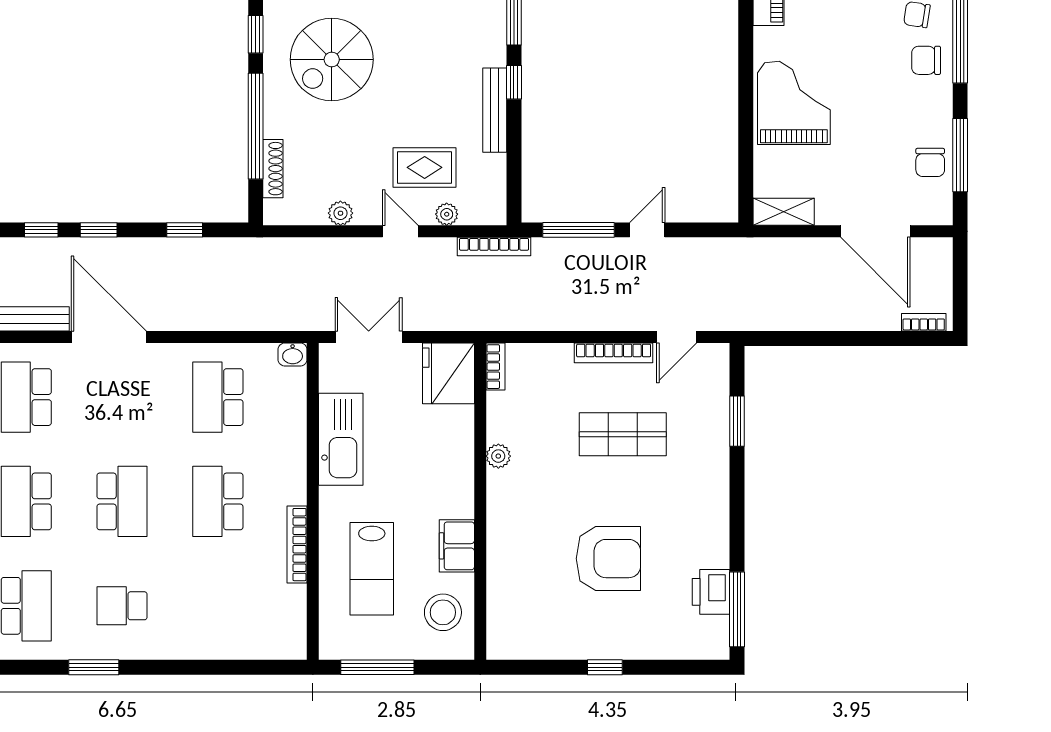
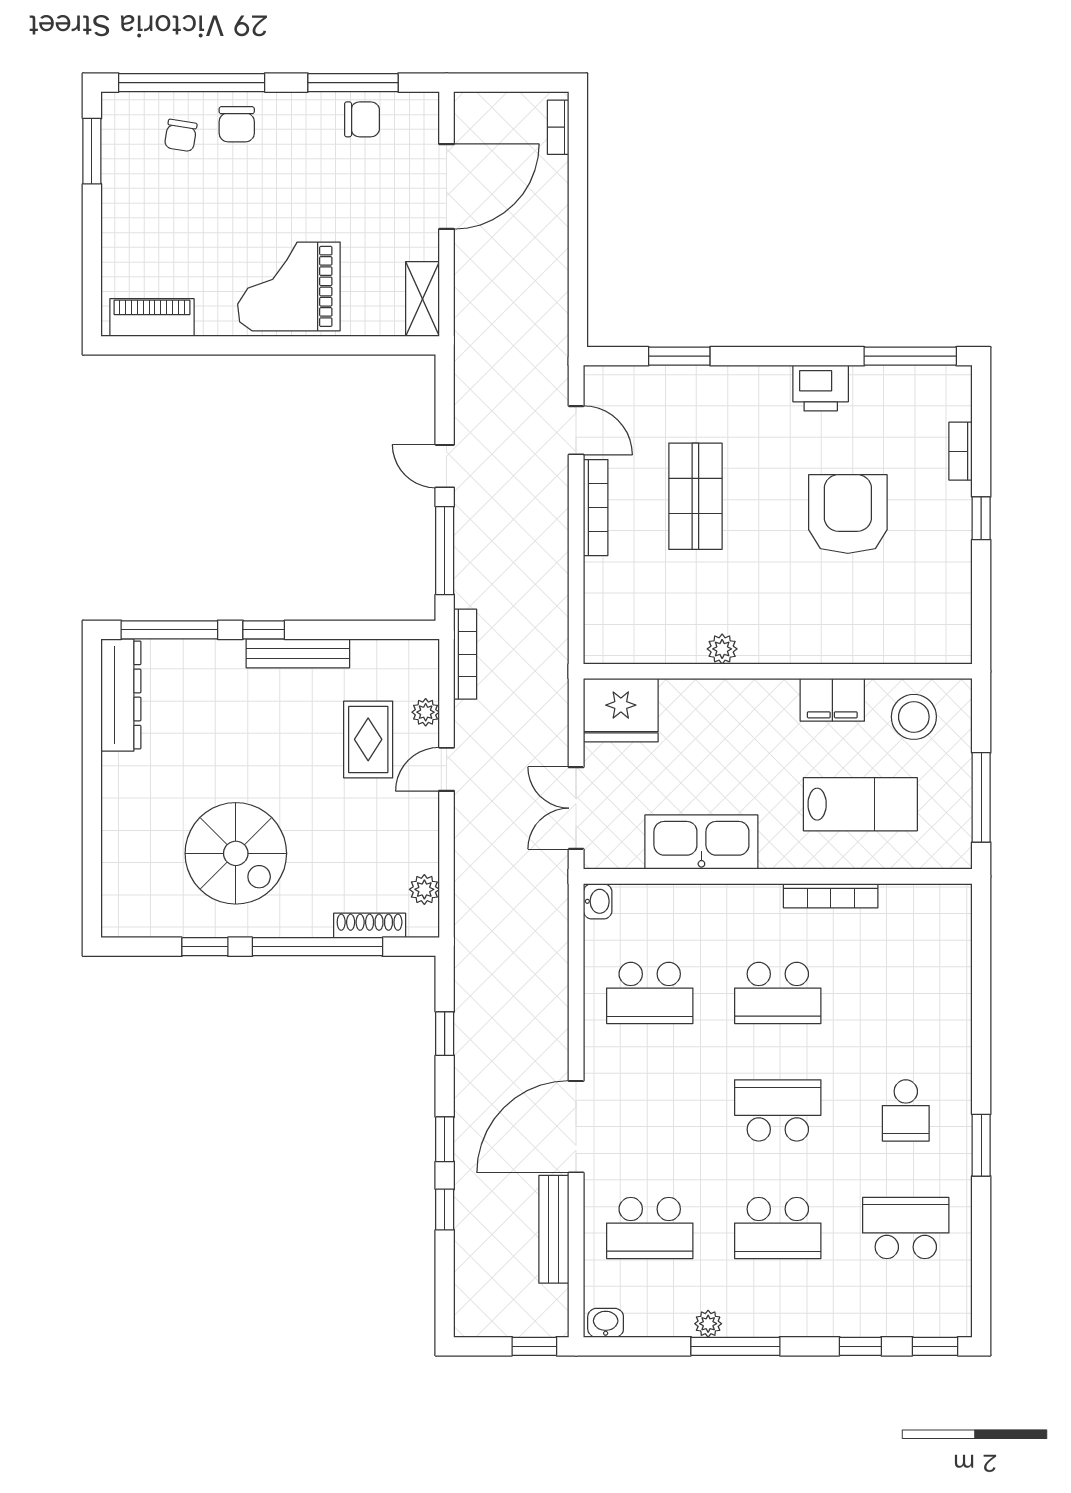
plant: (340, 213) -> (424, 889), moved
bookcase: (495, 367) -> (961, 451), moved, turned -90
printer: (711, 592) -> (821, 388), moved

